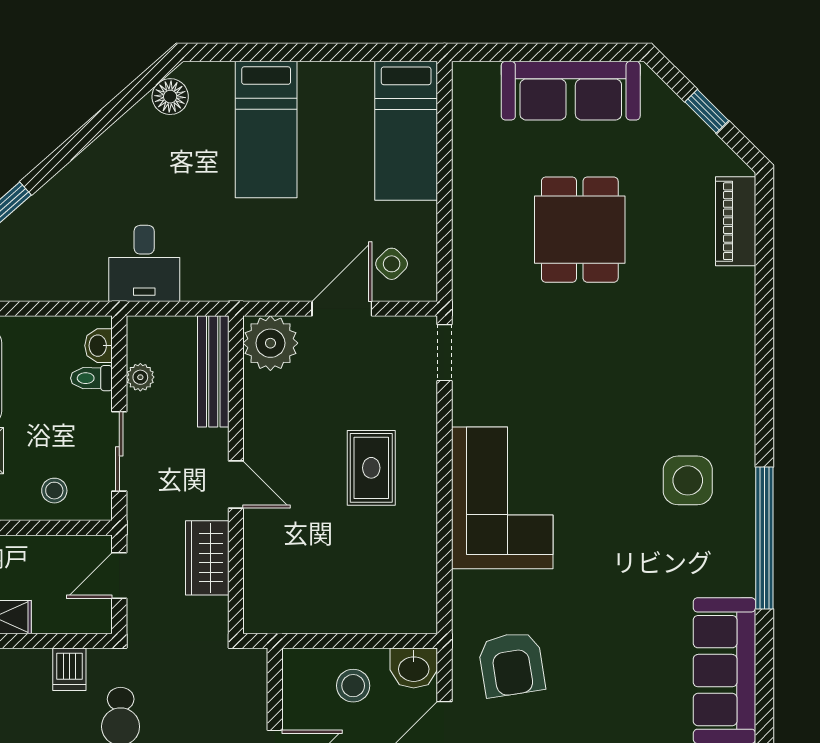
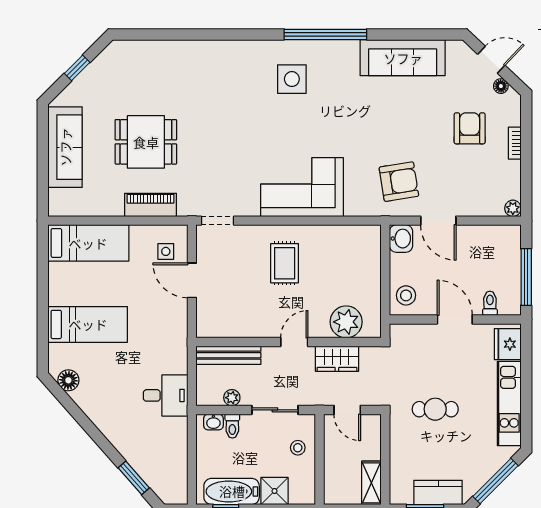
piano: (736, 221) -> (151, 205), moved, turned 180
side table: (392, 264) -> (166, 251), turned 45
plant: (270, 343) -> (346, 322), moved
rug: (371, 468) -> (285, 263), turned 90
dishwasher: (69, 669) -> (402, 439), removed
stool: (353, 686) -> (406, 295), moved

